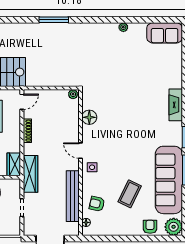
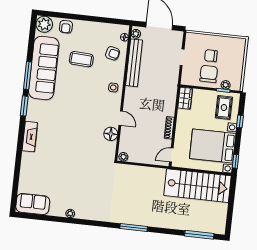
door: (81, 151) -> (121, 118), moved
wardrobe: (30, 174) -> (171, 88), removed
coffee table: (130, 194) -> (81, 59), turned 67
plant: (74, 227) -> (136, 34), added

